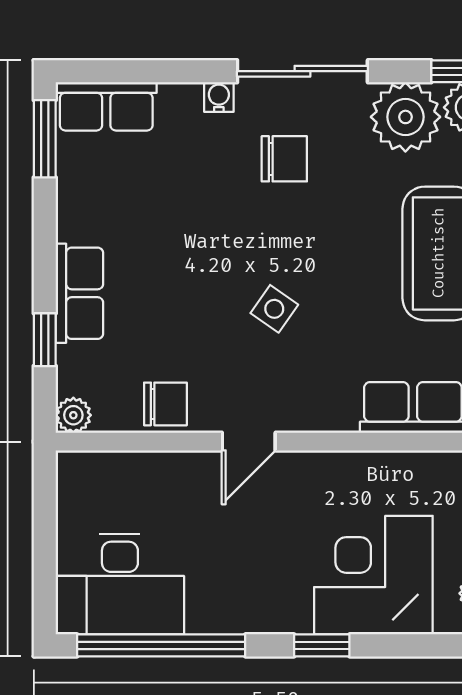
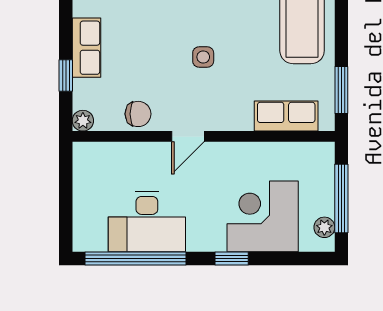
side table: (274, 309) -> (203, 57), turned -35
desk: (120, 584) -> (147, 222), moved

